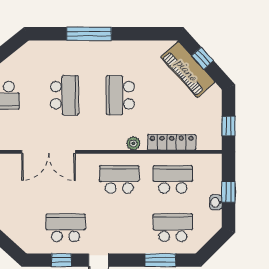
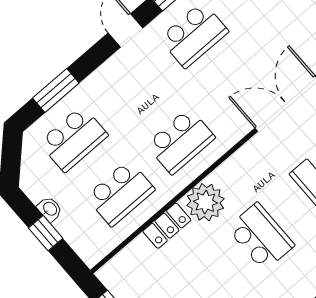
locker: (172, 142) -> (167, 226), width x0.66
plant: (133, 143) -> (205, 202), width x1.88, depth x1.88

